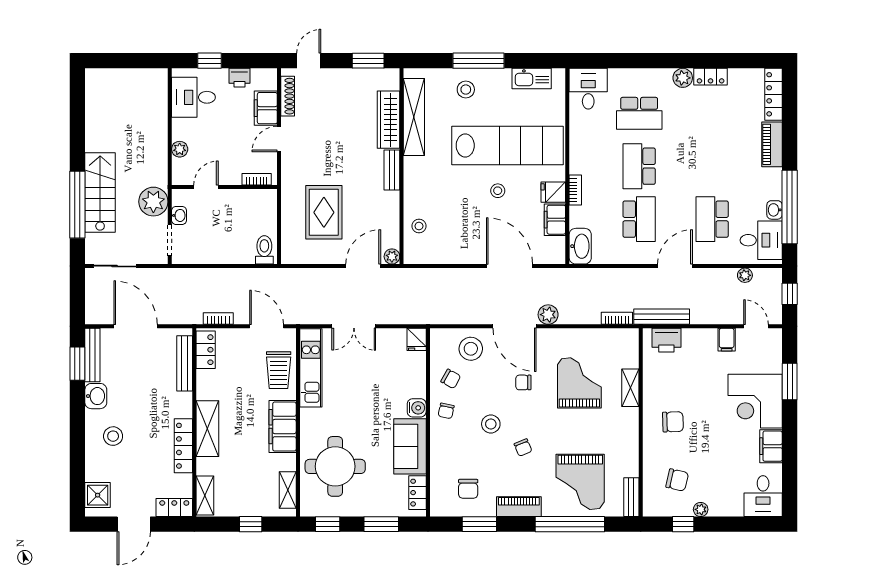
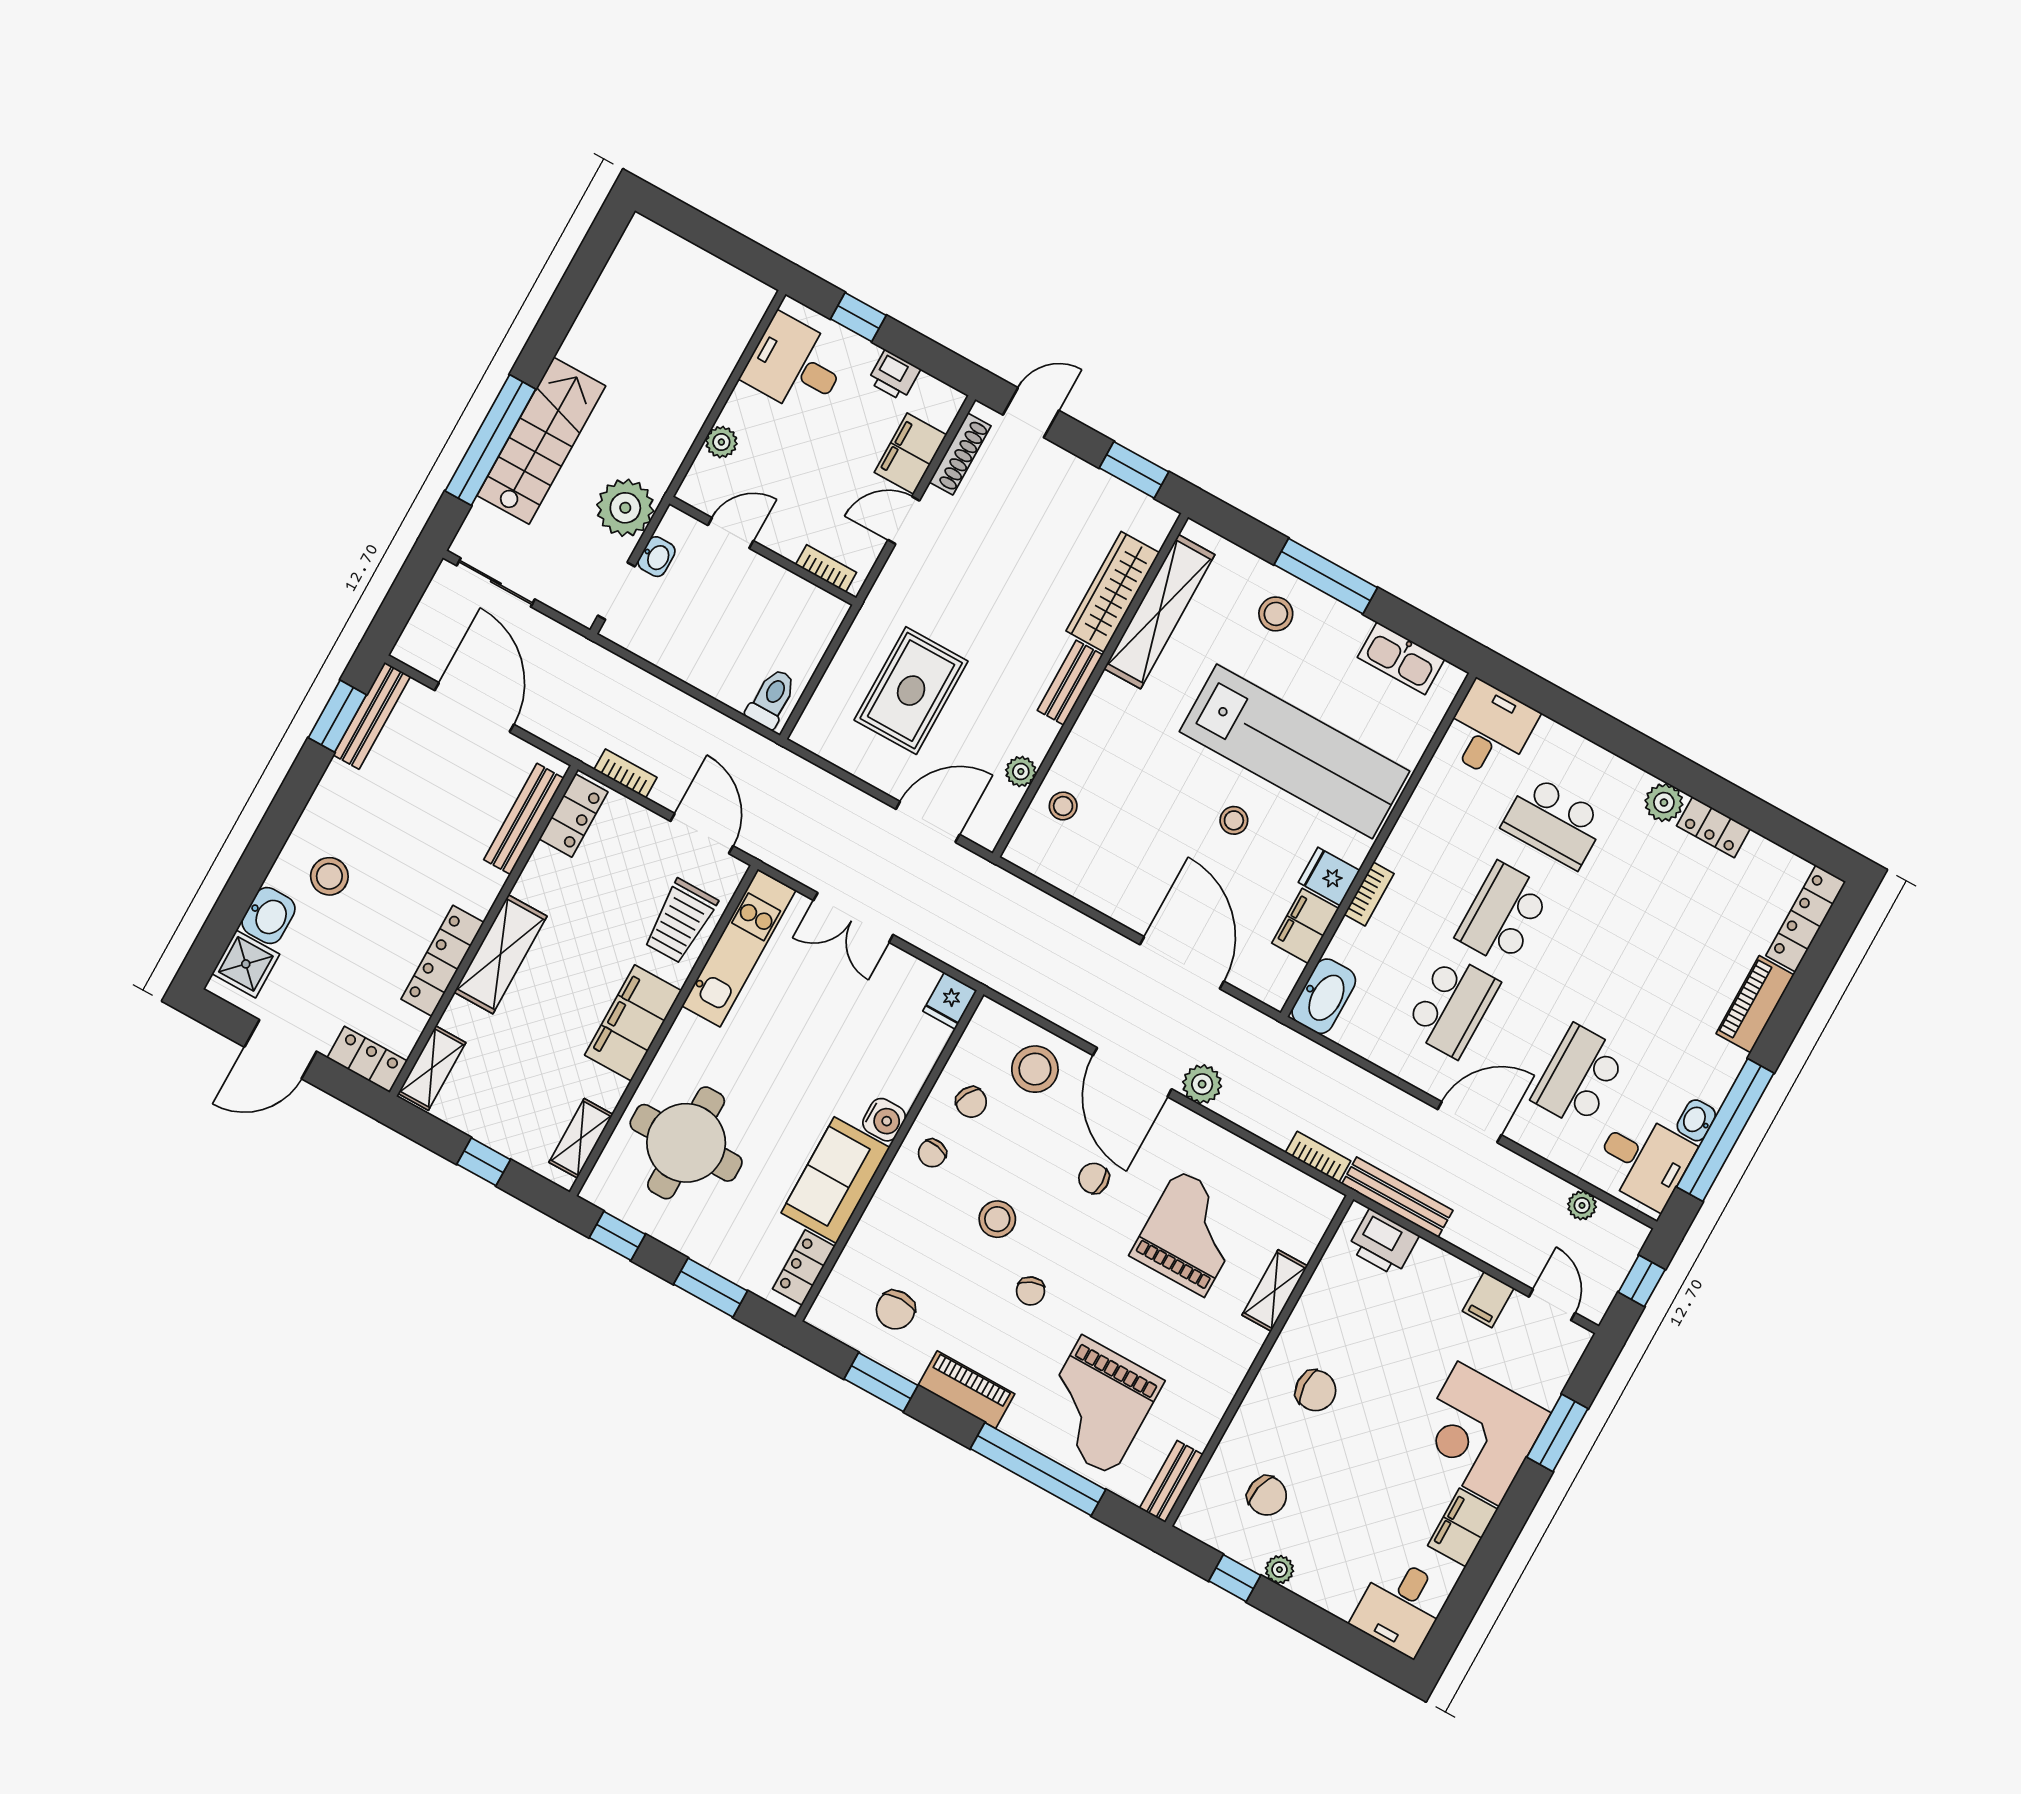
plant: (392, 256) -> (1021, 772), moved
washbasin: (96, 396) -> (269, 916), moved

